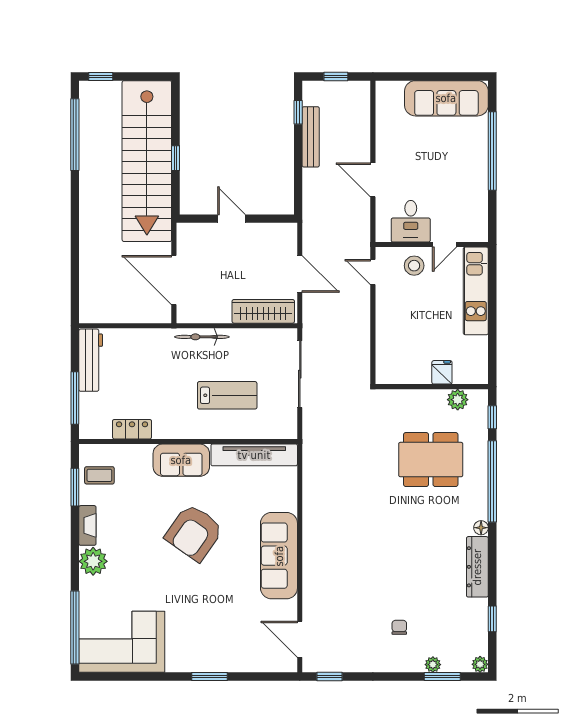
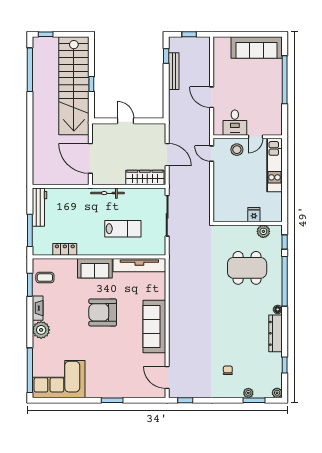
armchair: (194, 533) -> (103, 312), turned 55

